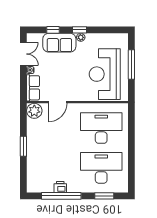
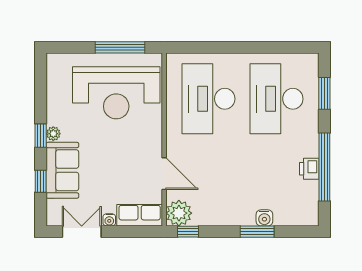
window: (131, 65) -> (120, 47), moved
window: (23, 116) -> (188, 232), added
window: (23, 146) -> (257, 232), moved
water cooler: (31, 161) -> (264, 218), added

